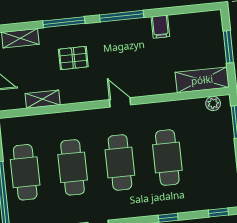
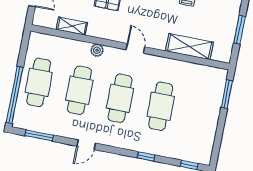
shelving: (202, 80) -> (189, 47), moved
plant: (213, 103) -> (97, 50), moved

